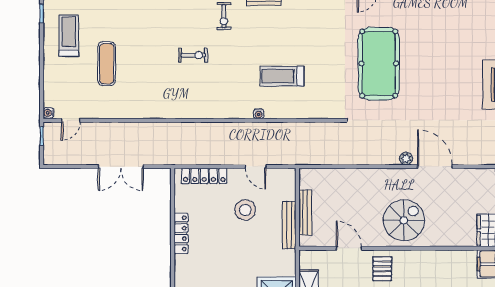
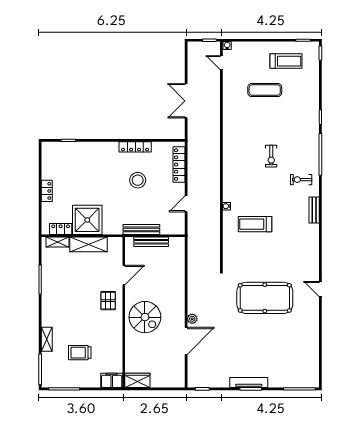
treadmill: (282, 76) -> (255, 224), turned -90
stool: (245, 210) -> (138, 180), moved
pallet: (382, 269) -> (108, 301), turned 90

